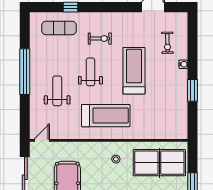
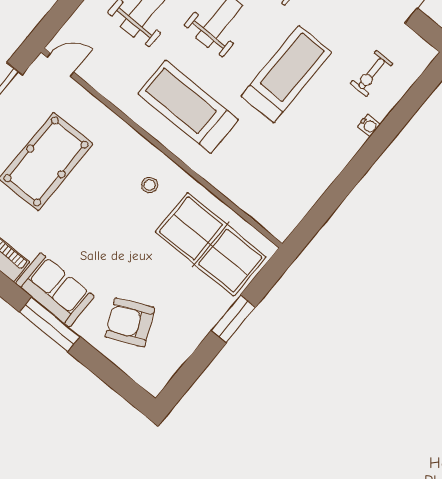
window: (193, 90) -> (350, 177), removed
treadmill: (106, 116) -> (188, 107), turned 180

